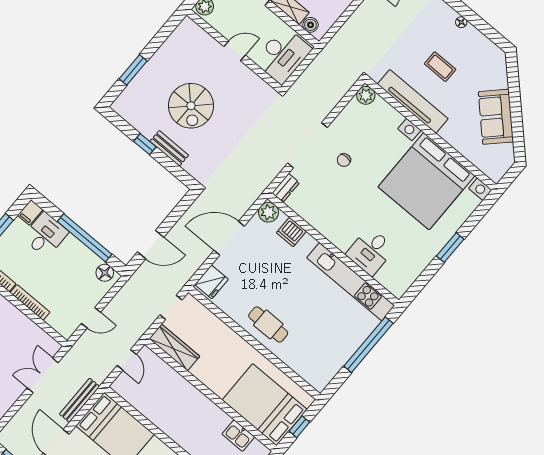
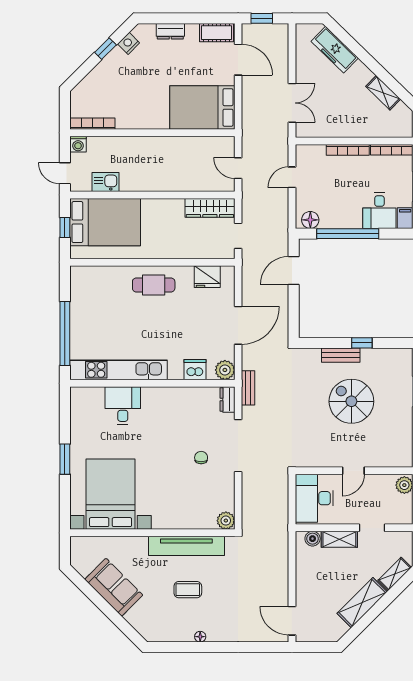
bed with nightstands: (426, 181) -> (111, 494), width x0.73
fridge: (212, 282) -> (207, 277), moved, turned -90
bench: (80, 400) -> (248, 388), moved, width x0.73

